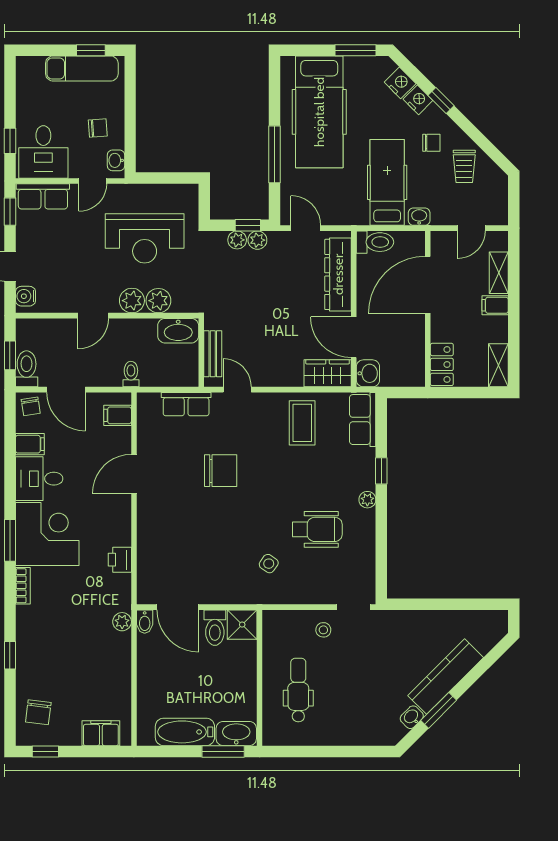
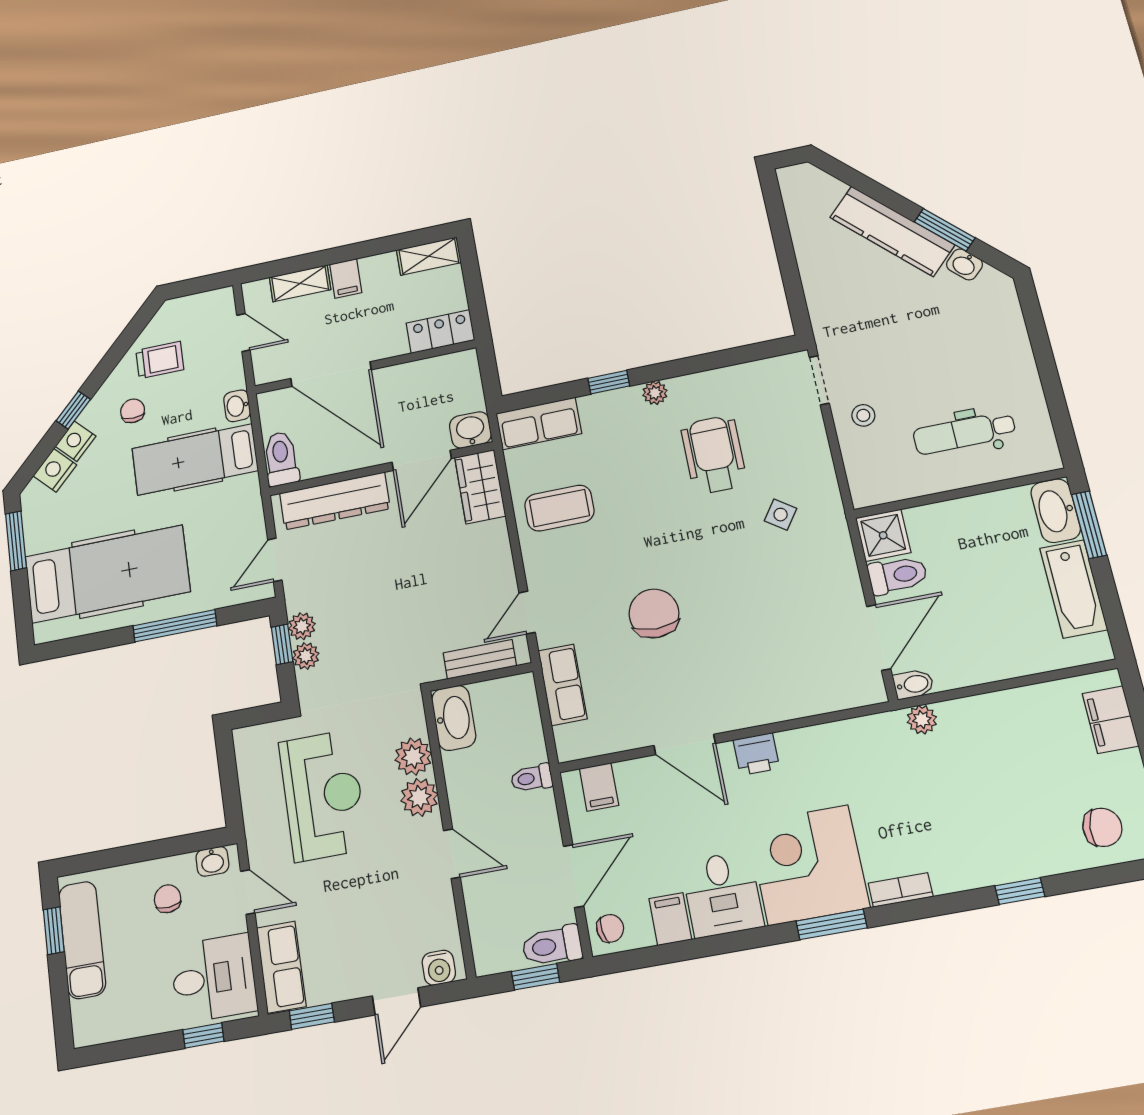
printer: (120, 560) -> (756, 754), moved

